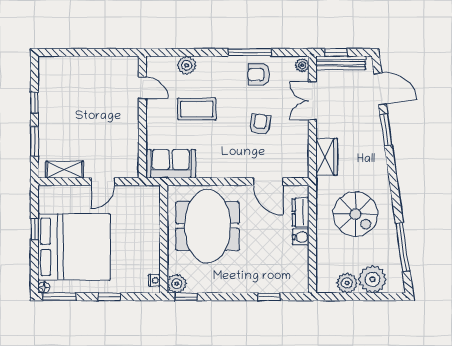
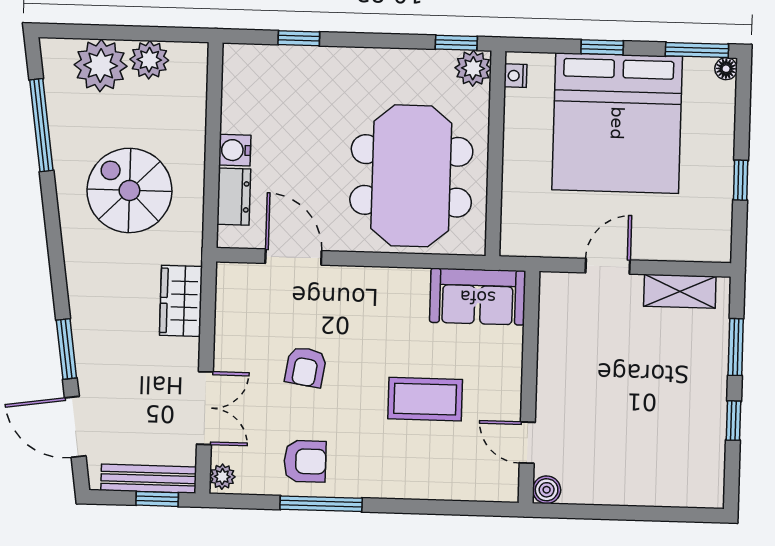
boiler: (132, 63) -> (547, 490), added
plant: (187, 65) -> (442, 483), removed
bed: (74, 247) -> (617, 123), moved, turned -90

